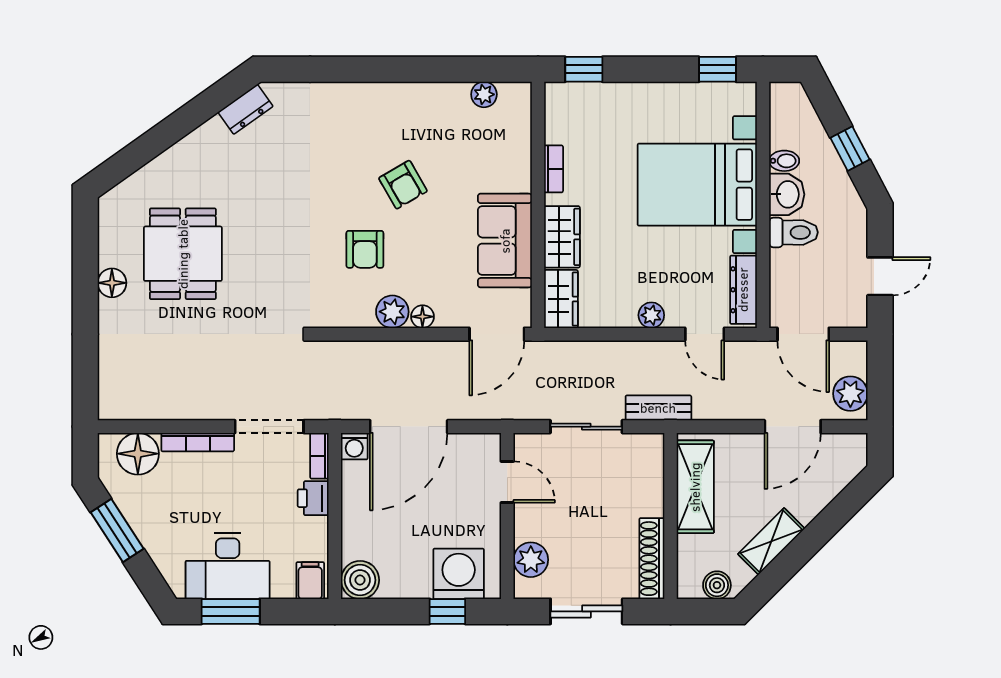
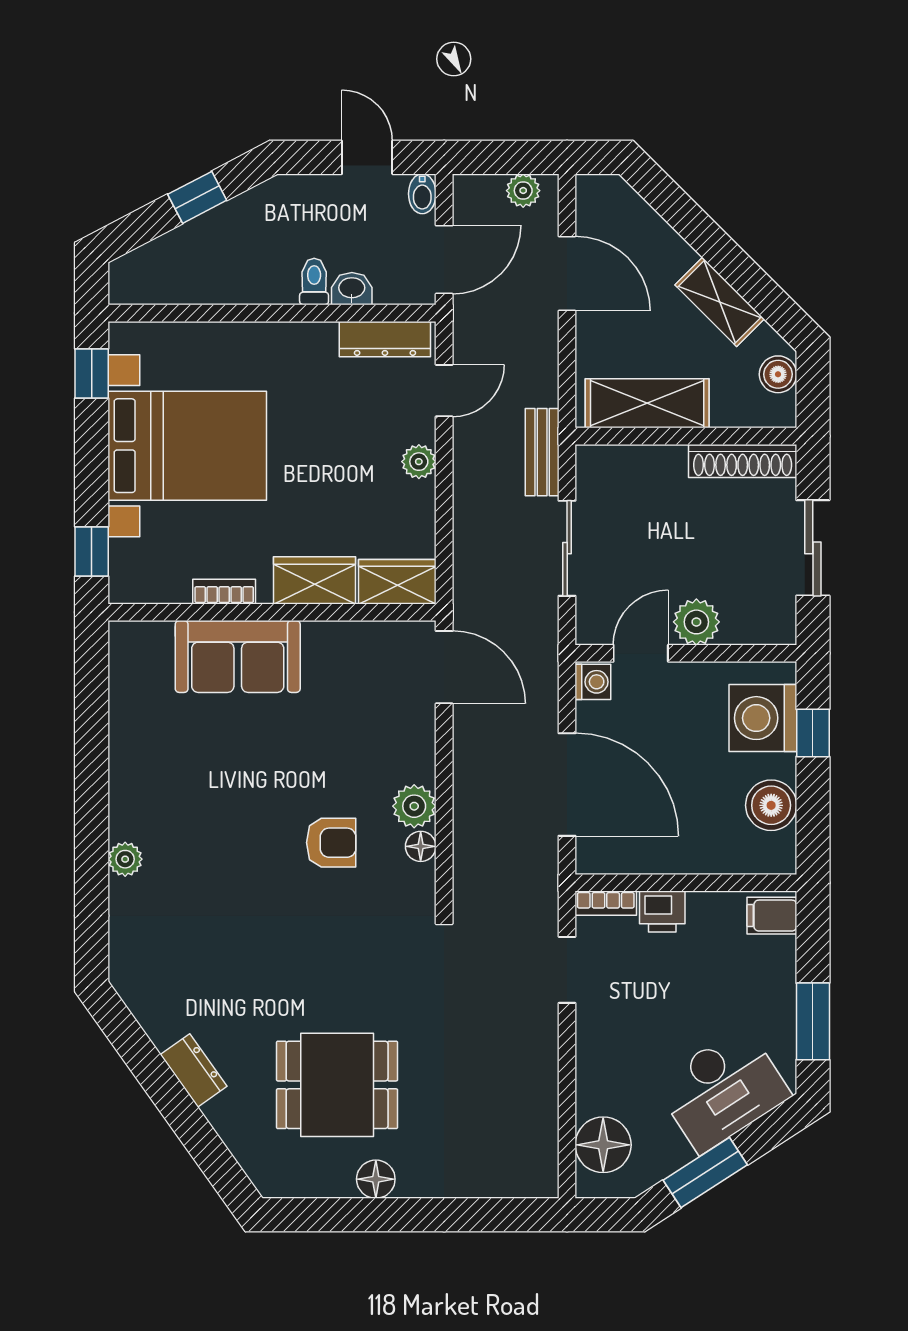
plant: (484, 94) -> (125, 859), moved
dresser: (246, 109) -> (194, 1070), moved
bidet: (784, 161) -> (422, 194), moved, turned 180
armchair: (403, 185) -> (245, 792), removed
bed with nightstands: (697, 185) -> (187, 446), moved, turned -90
washbasin: (787, 194) -> (352, 289), moved, width x0.72, depth x0.69
toilet: (793, 232) -> (314, 282), width x0.73, depth x0.72
sofa: (505, 241) -> (238, 657), moved
floor lamp: (422, 317) -> (421, 846), moved
plant: (850, 394) -> (523, 191), width x0.73, depth x0.73
doorway: (269, 427) -> (567, 970), width x0.73
bookcase: (198, 442) -> (588, 1065), removed
washing machine: (354, 446) -> (593, 682), moved
plant: (531, 560) -> (696, 622), moved
desk: (228, 566) -> (722, 1089), moved, turned 57
boiler: (360, 580) -> (771, 805), moved

